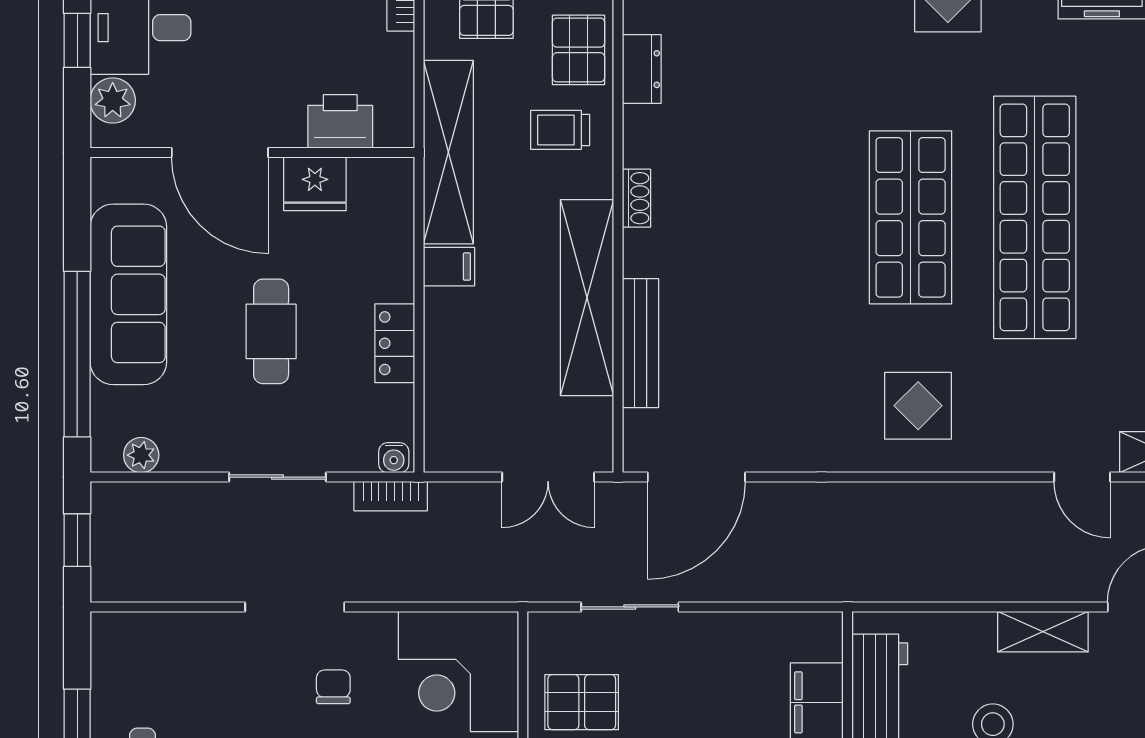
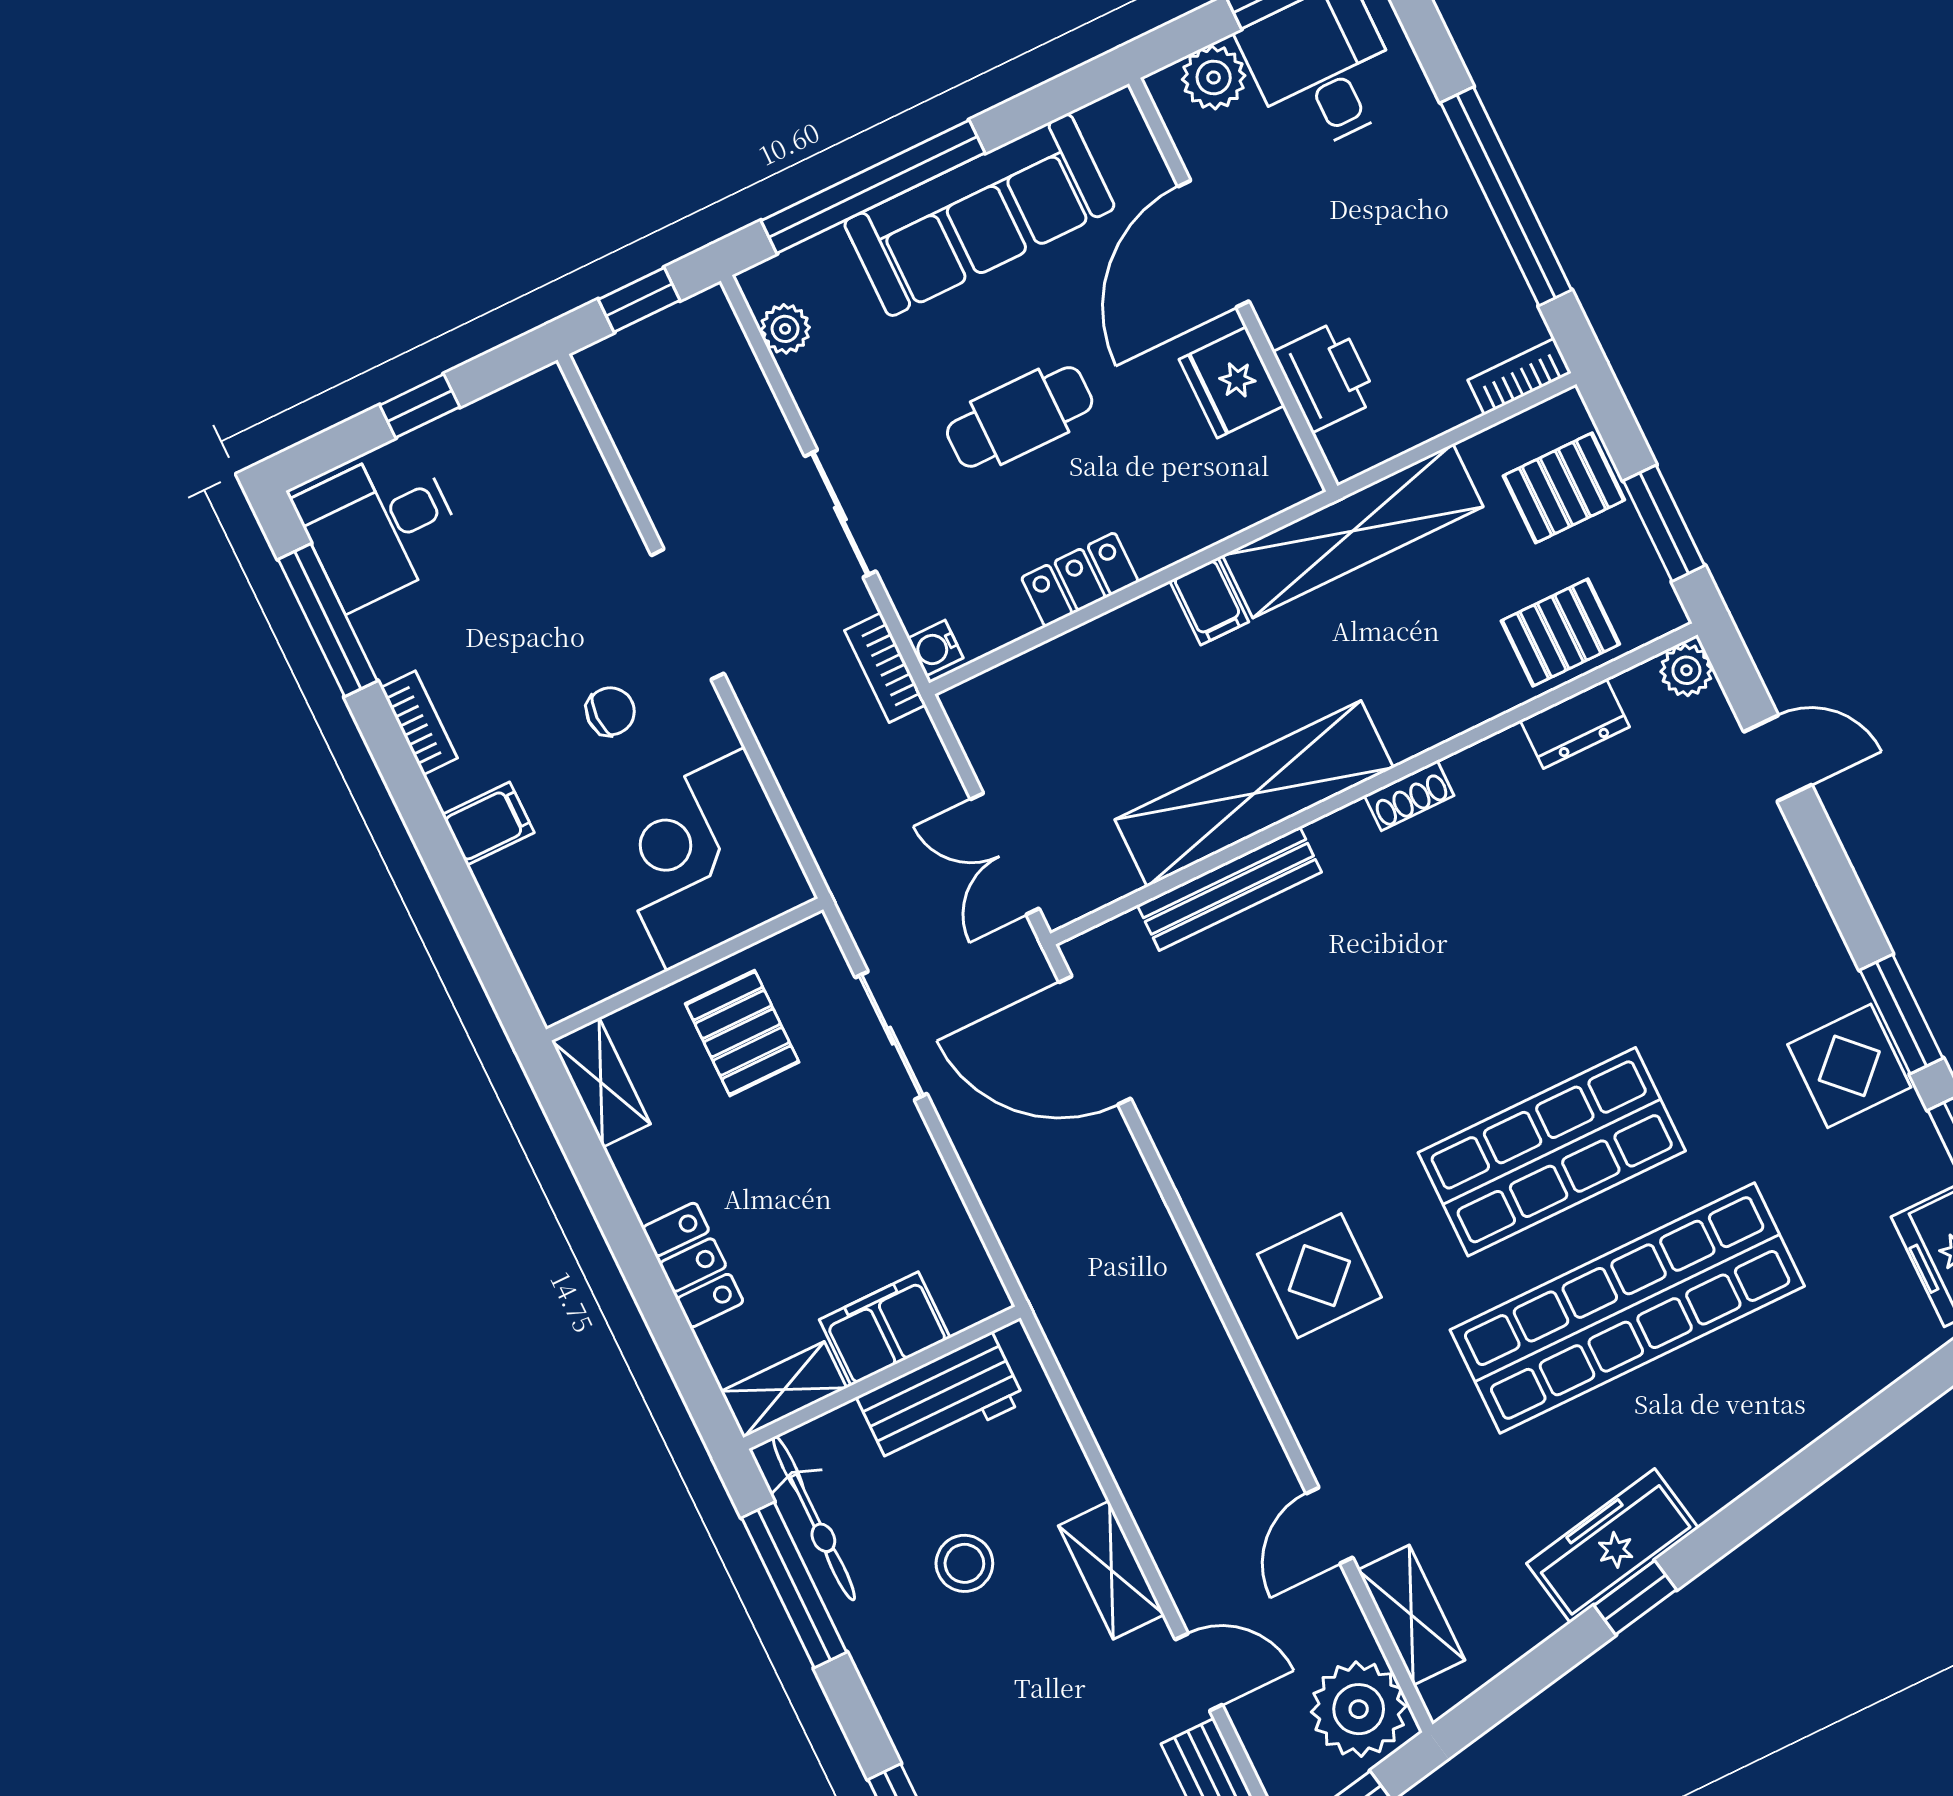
trolley: (560, 130) -> (1449, 658), removed

